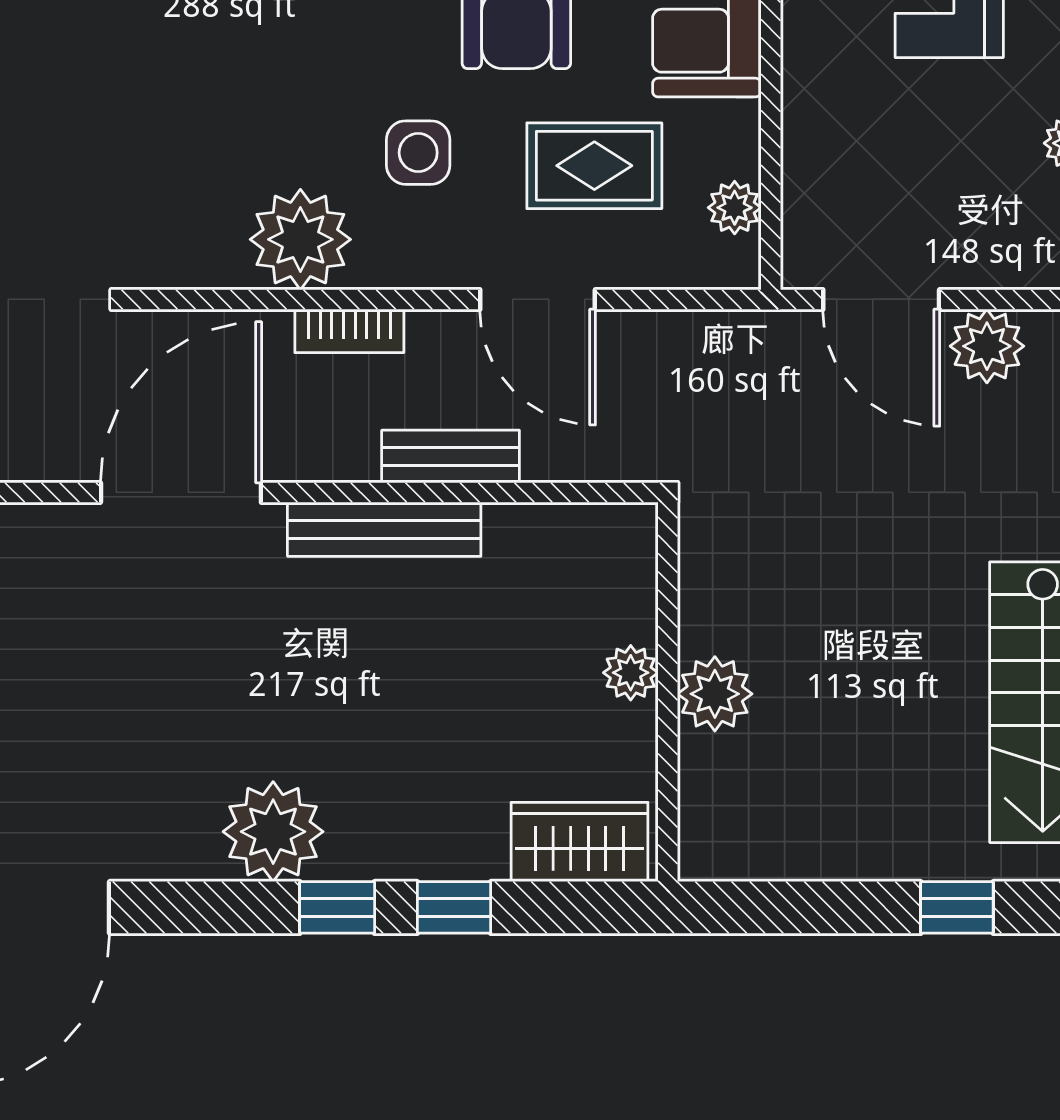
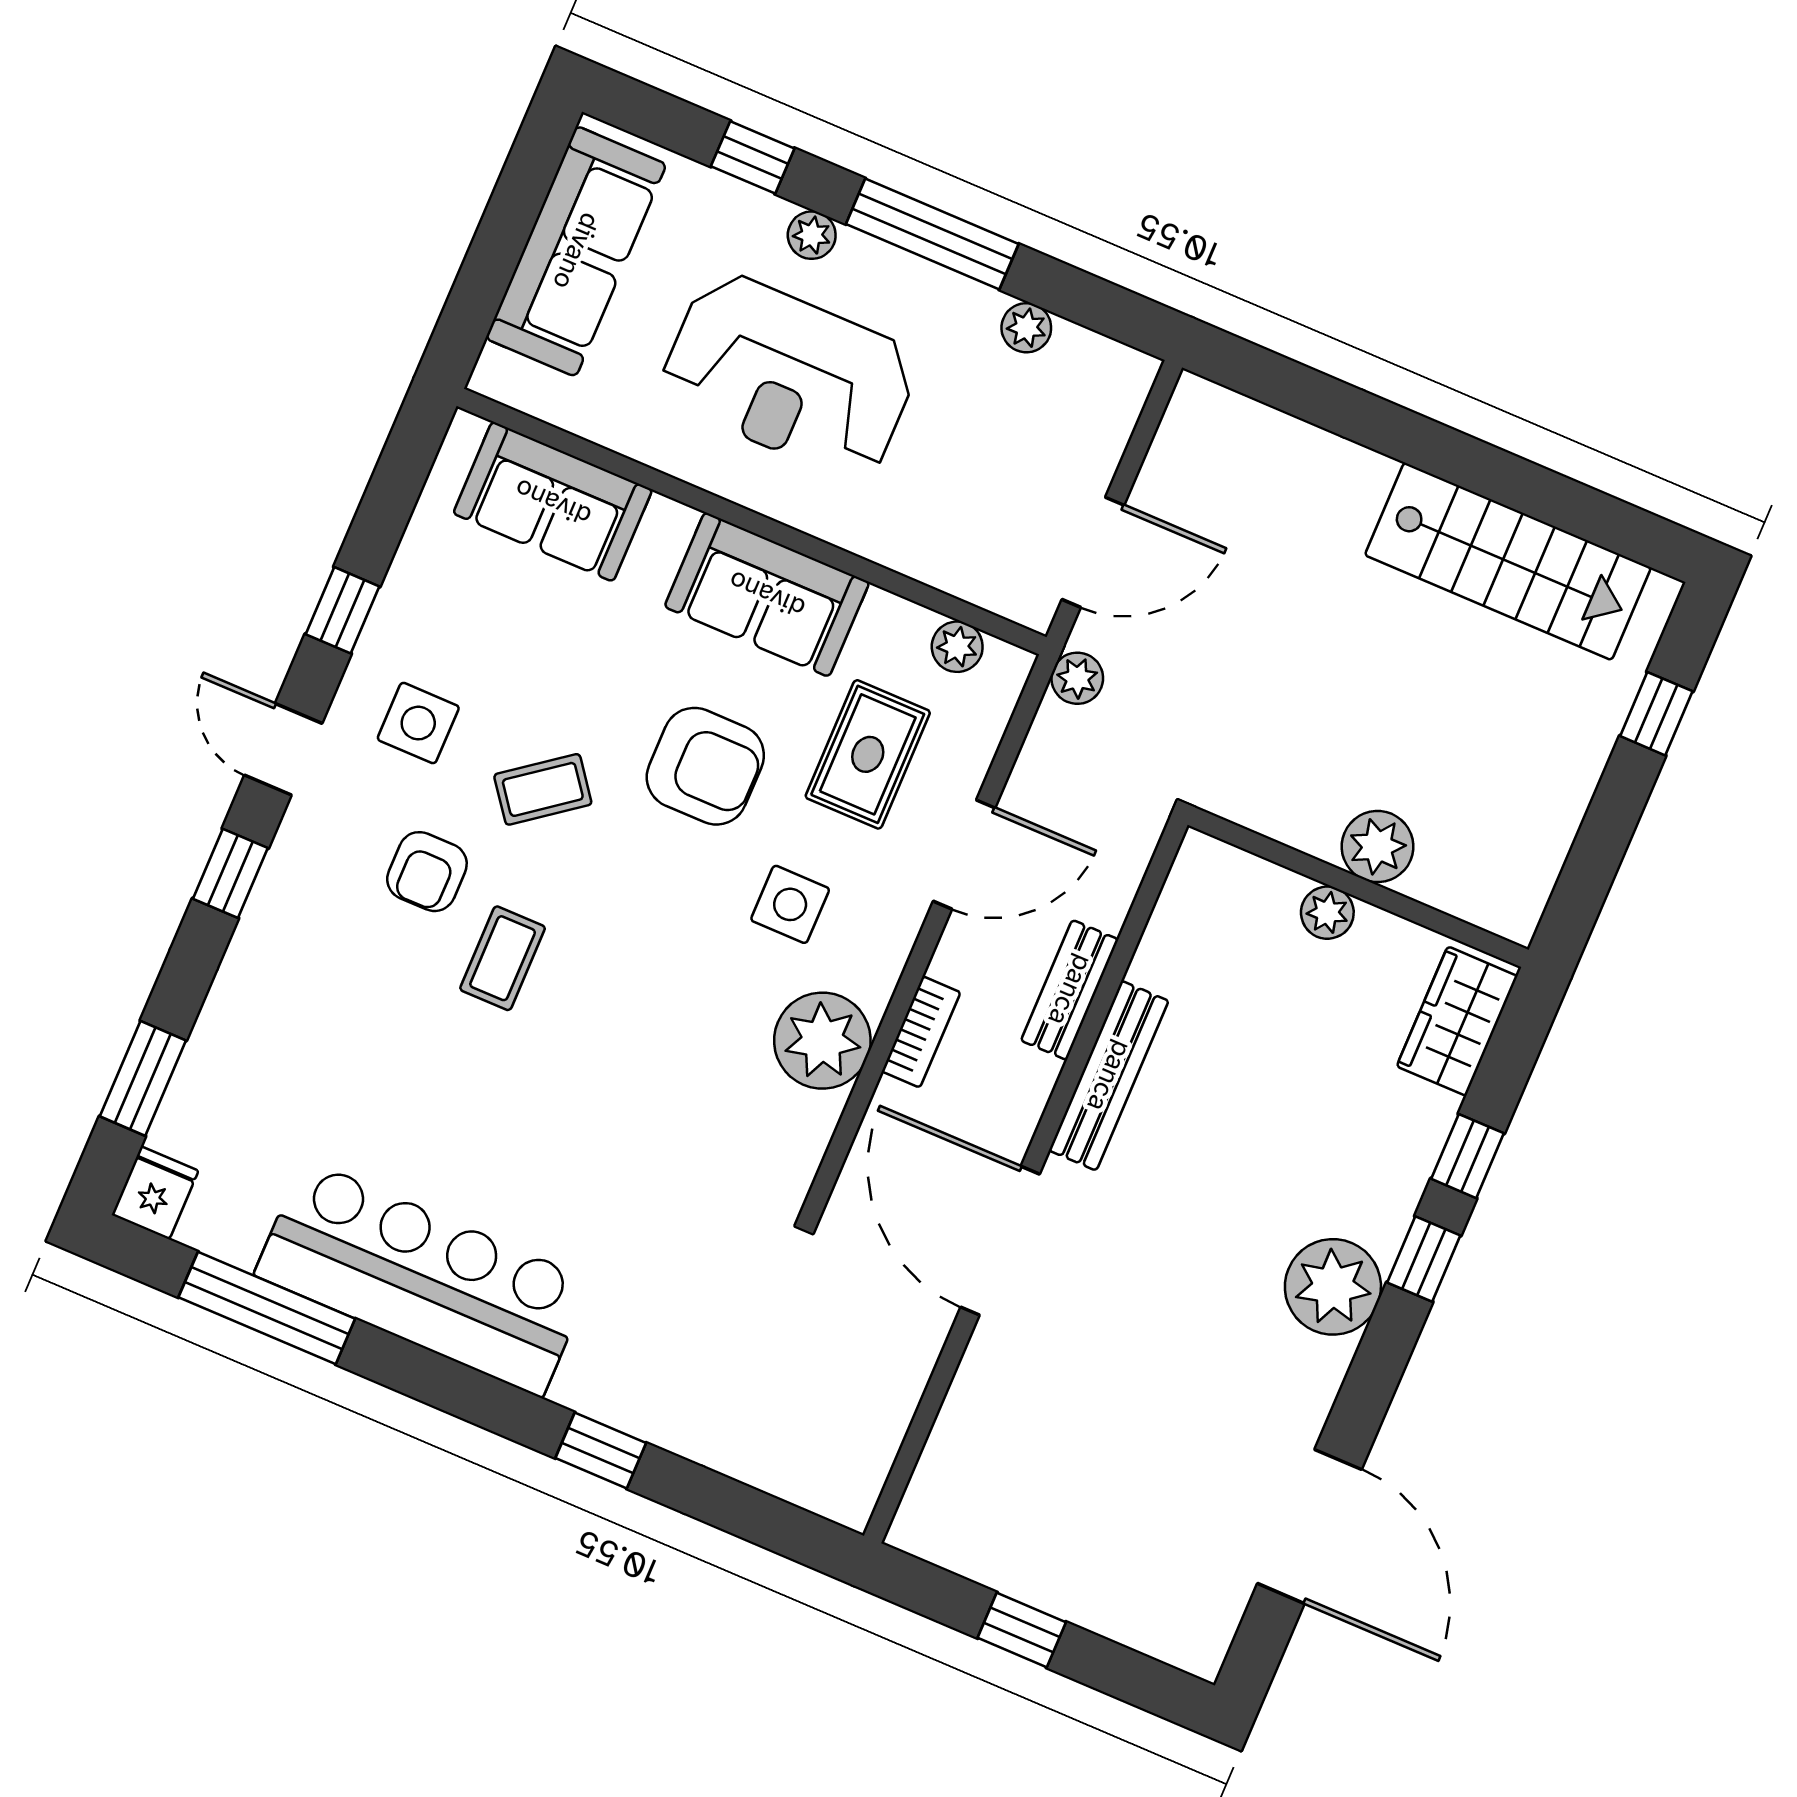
plant: (987, 346) -> (1077, 678), moved, width x0.73, depth x0.73

